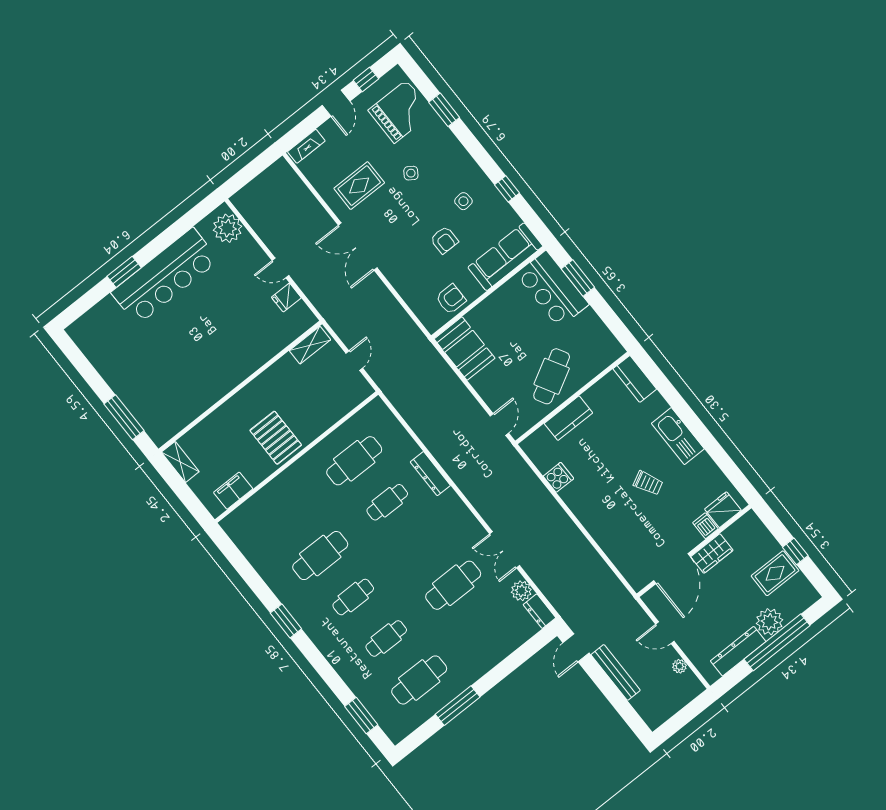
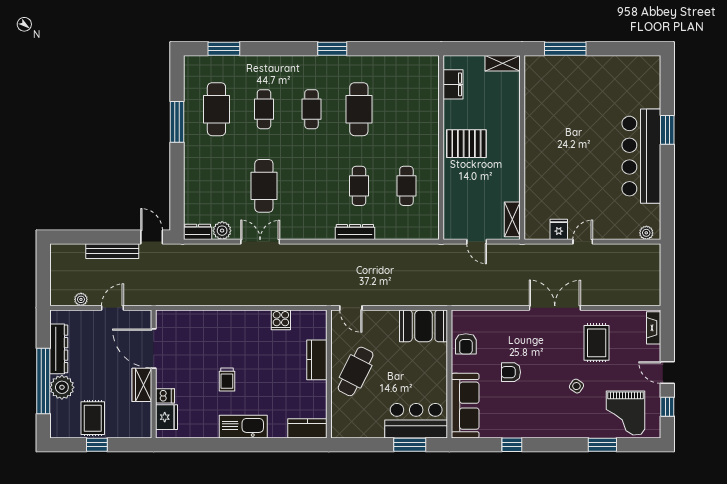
side table: (463, 201) -> (528, 407), removed
plant: (227, 228) -> (646, 233), width x0.53, depth x0.53
cafe table: (552, 376) -> (356, 371), turned 56
cafe table: (354, 461) -> (406, 186), width x0.73, depth x0.74
trolley: (648, 483) -> (227, 380), turned -63

